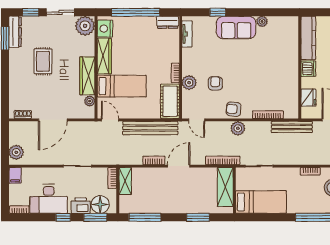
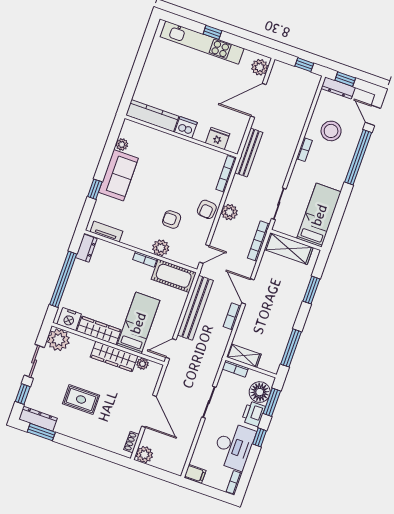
kitchen counter: (308, 38) -> (152, 116), moved
wall: (300, 67) -> (181, 136), moved
dishwasher: (308, 69) -> (186, 127), moved
fridge: (308, 98) -> (218, 138), moved
plant: (16, 152) -> (144, 455), moved

